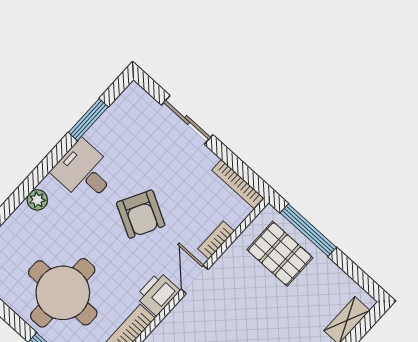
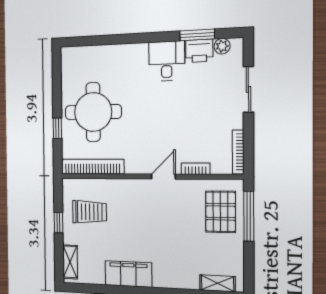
plant: (37, 200) -> (222, 46), moved
armchair: (141, 214) -> (172, 114), removed
printer: (158, 294) -> (199, 51), moved, turned 180

